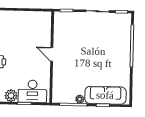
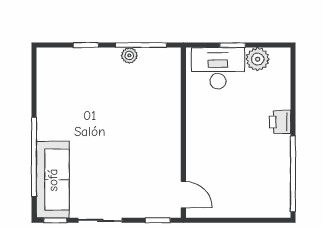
door: (52, 54) -> (183, 195), moved
sofa: (105, 95) -> (53, 180), moved, turned -90

